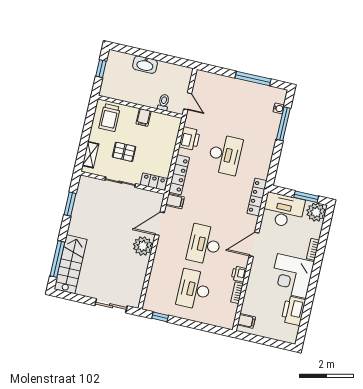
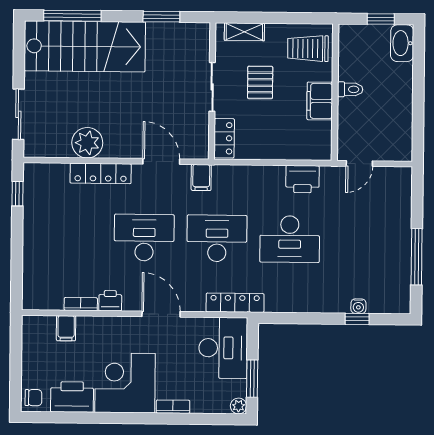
washbasin: (145, 65) -> (402, 43), moved
toilet: (164, 102) -> (350, 89), moved
water cooler: (279, 108) -> (358, 306), moved
filing cabinet: (144, 117) -> (320, 101), width x2.00
window: (283, 124) -> (357, 319), width x0.46
locker: (179, 175) -> (101, 173), moved
plant: (316, 212) -> (239, 406), width x0.53, depth x0.53
plant: (143, 246) -> (87, 143), moved
stairs: (71, 264) -> (85, 46), width x1.36, depth x1.51
desk: (194, 289) -> (217, 238), moved
filing cabinet: (246, 321) -> (66, 328), moved
chair: (288, 335) -> (33, 398), added

